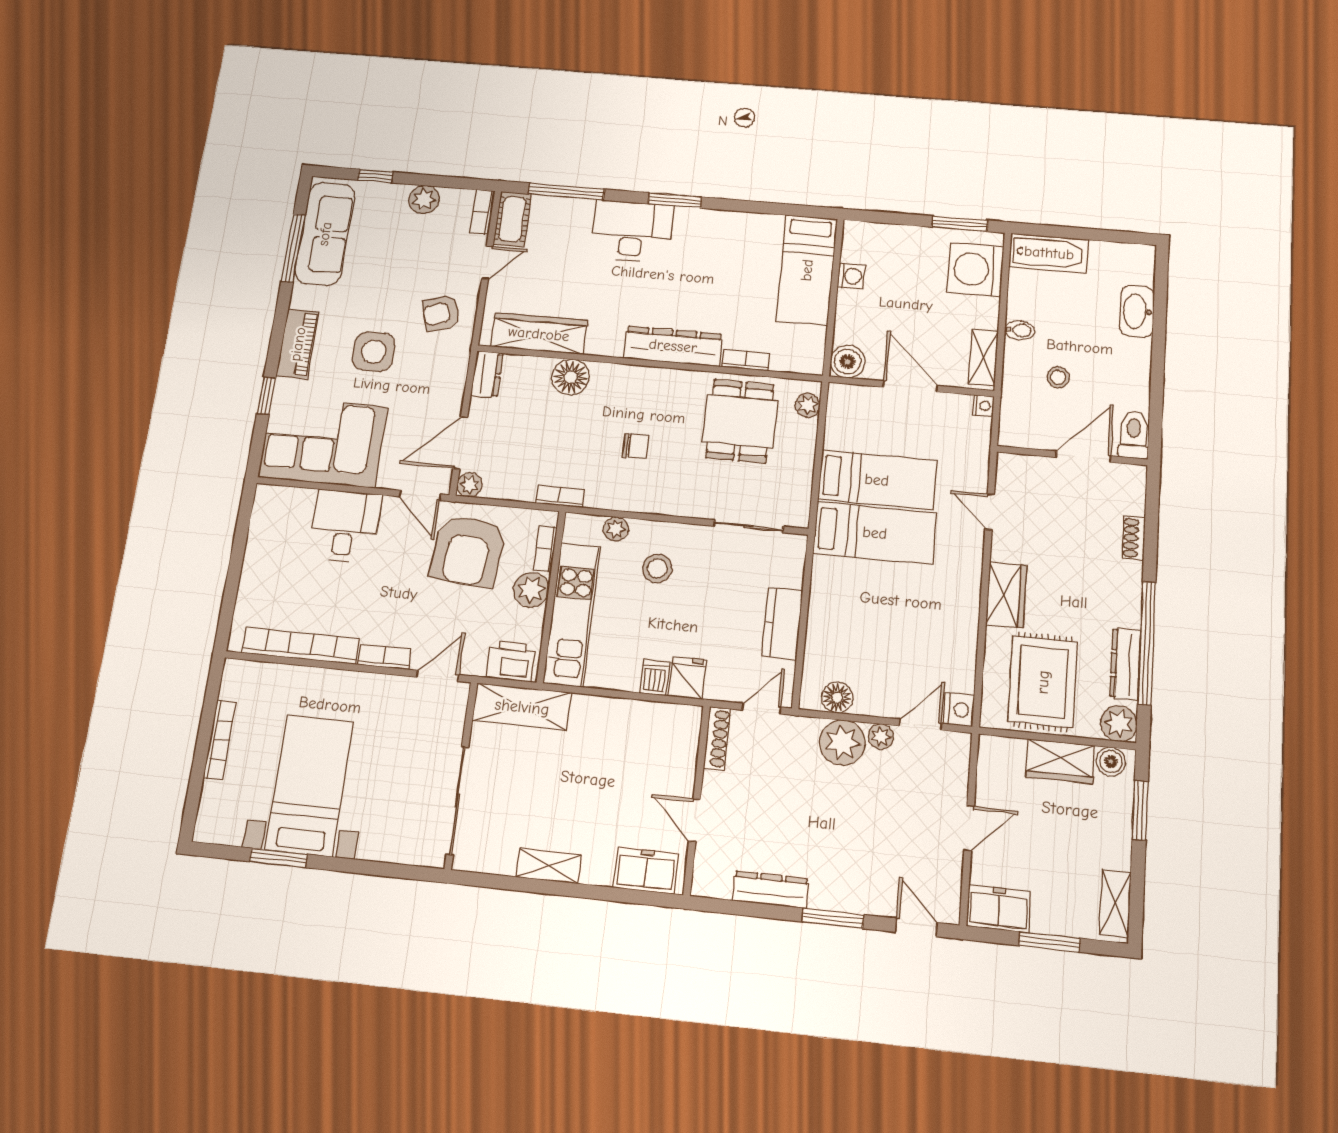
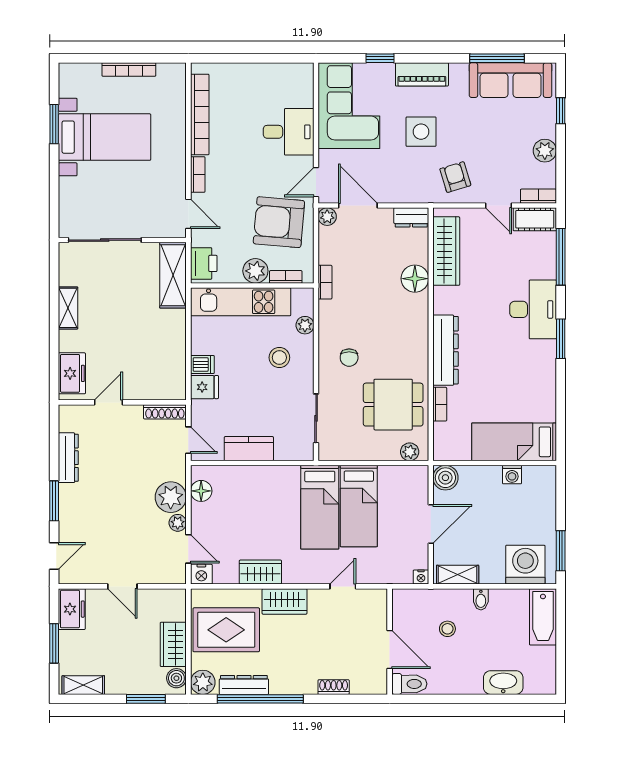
chair: (636, 446) -> (349, 358), moved
wardrobe: (961, 625) -> (260, 572), added

